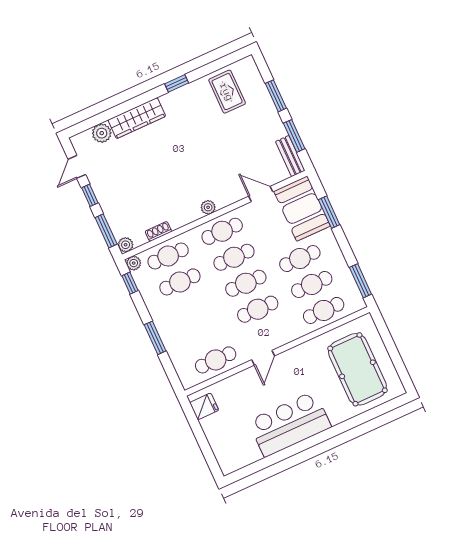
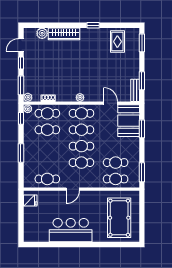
window: (276, 96) -> (142, 43), moved
cafe table: (300, 259) -> (116, 146), removed

